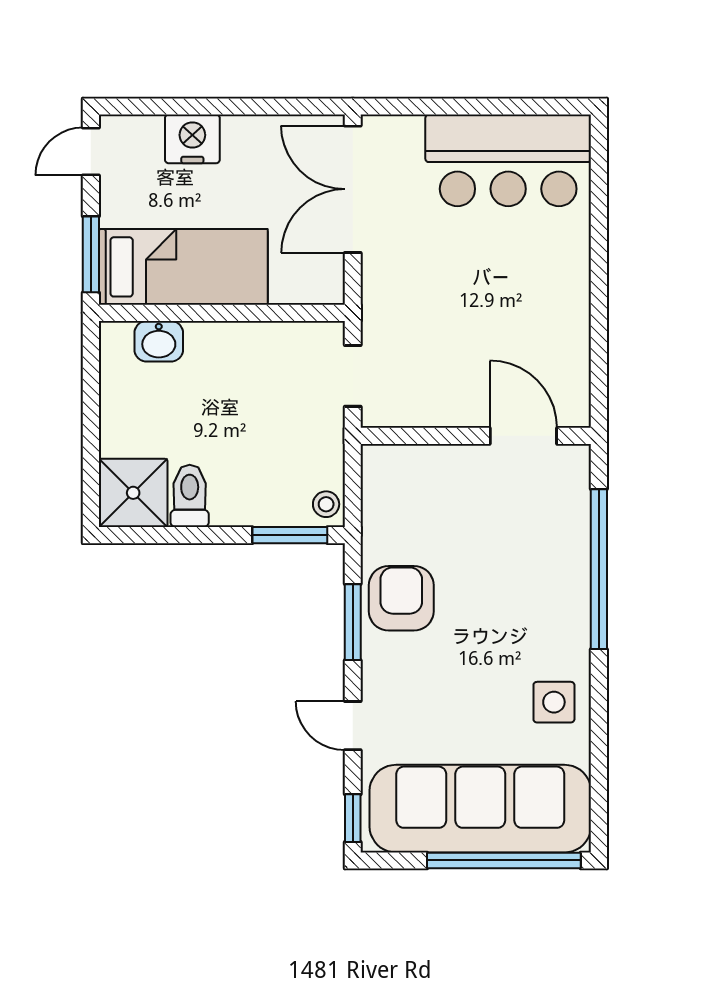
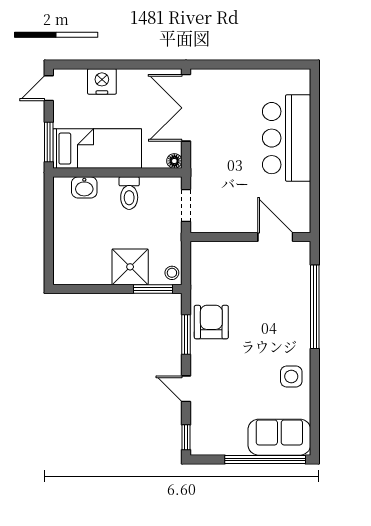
bar counter: (508, 160) -> (287, 138), moved, turned 90
floor lamp: (331, 291) -> (174, 161), added
shower: (133, 493) -> (130, 267), moved
toilet: (190, 496) -> (129, 193), moved, turned 180
sofa: (480, 809) -> (279, 437), width x0.54, depth x0.79

